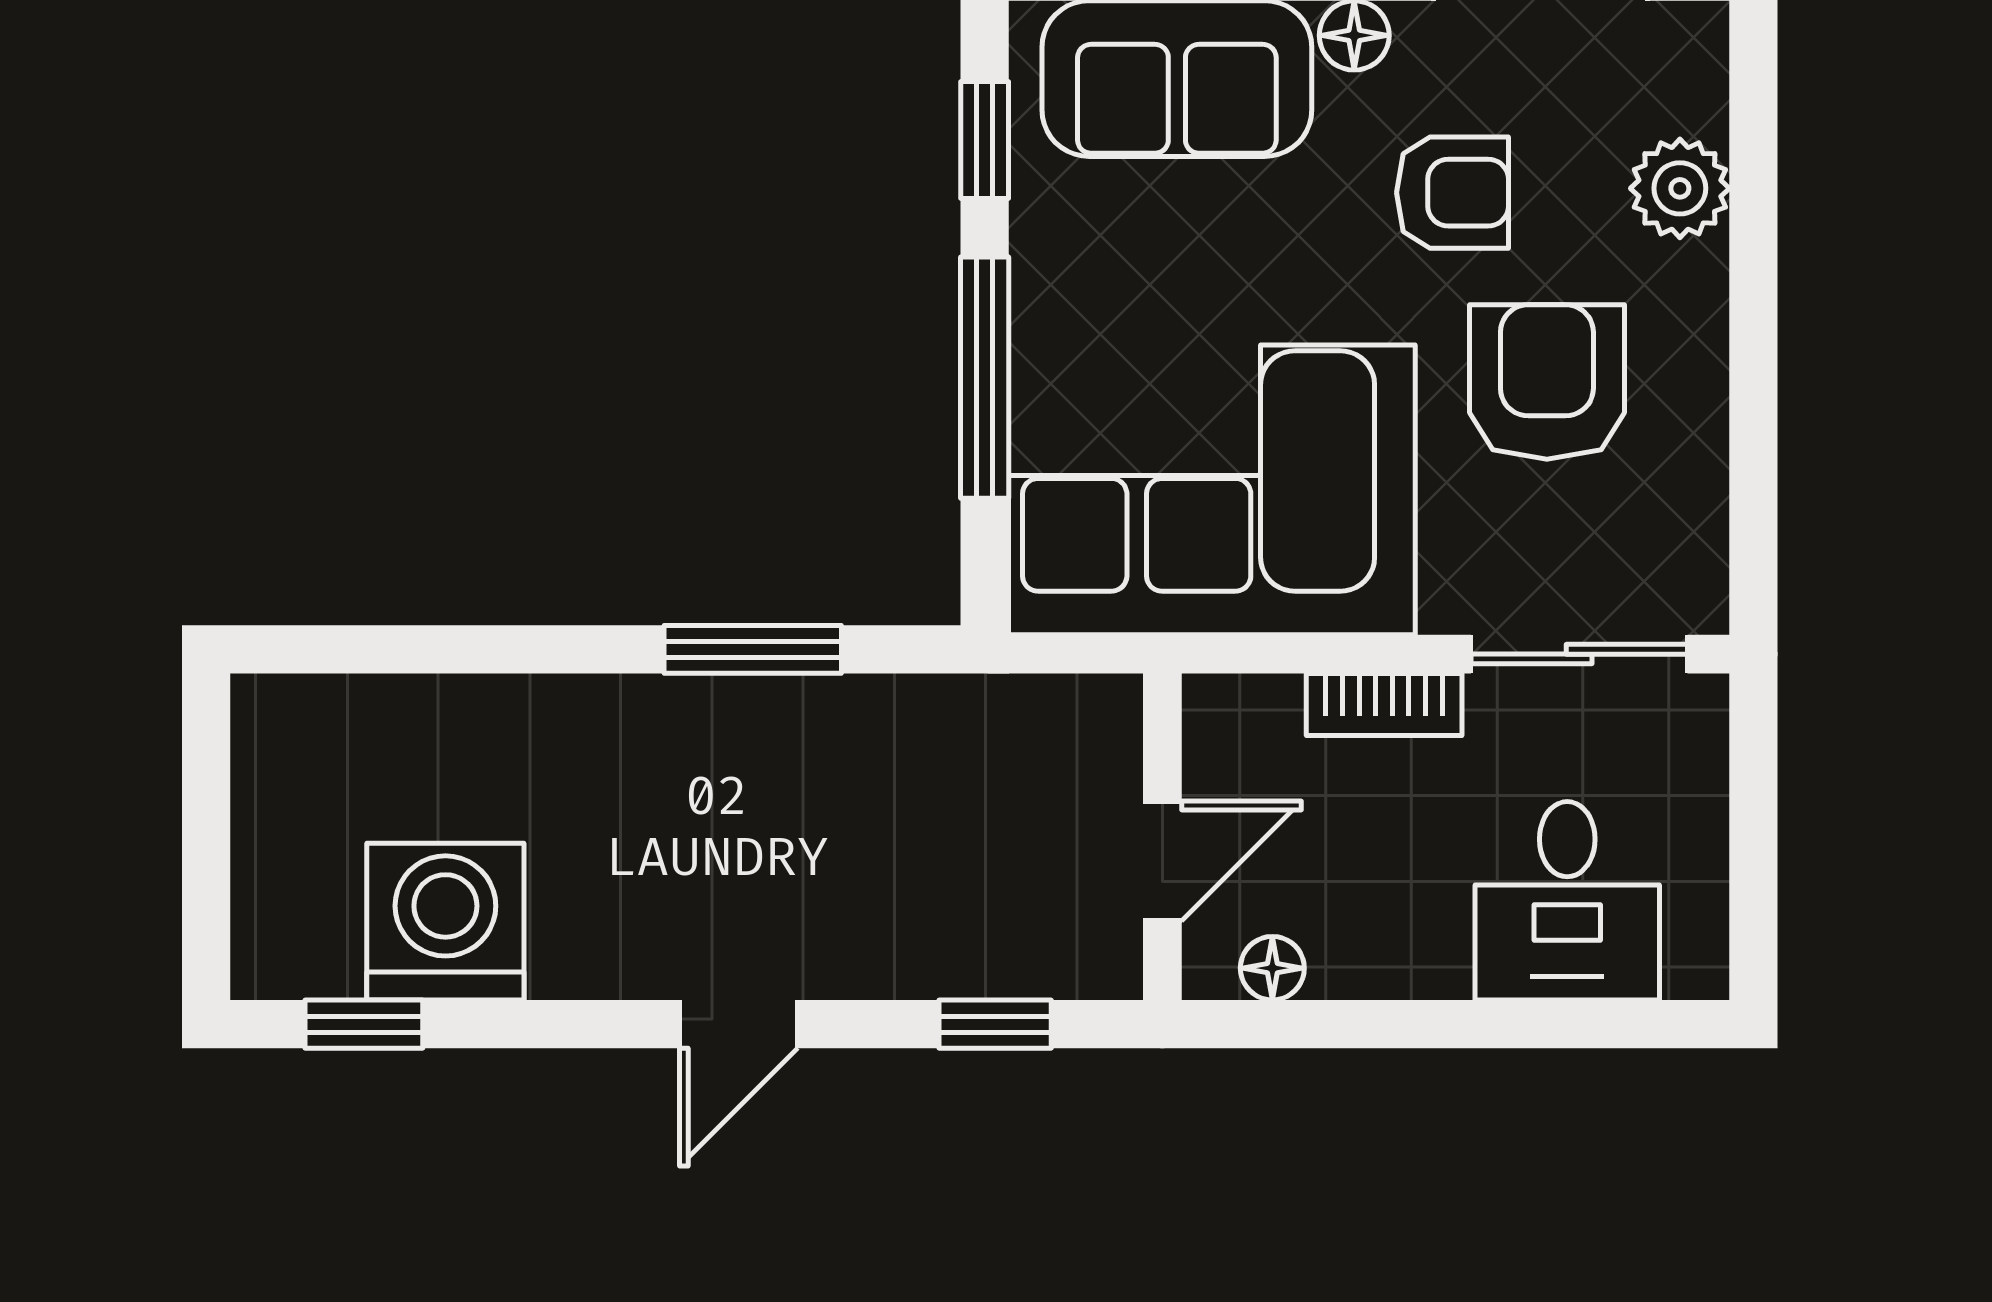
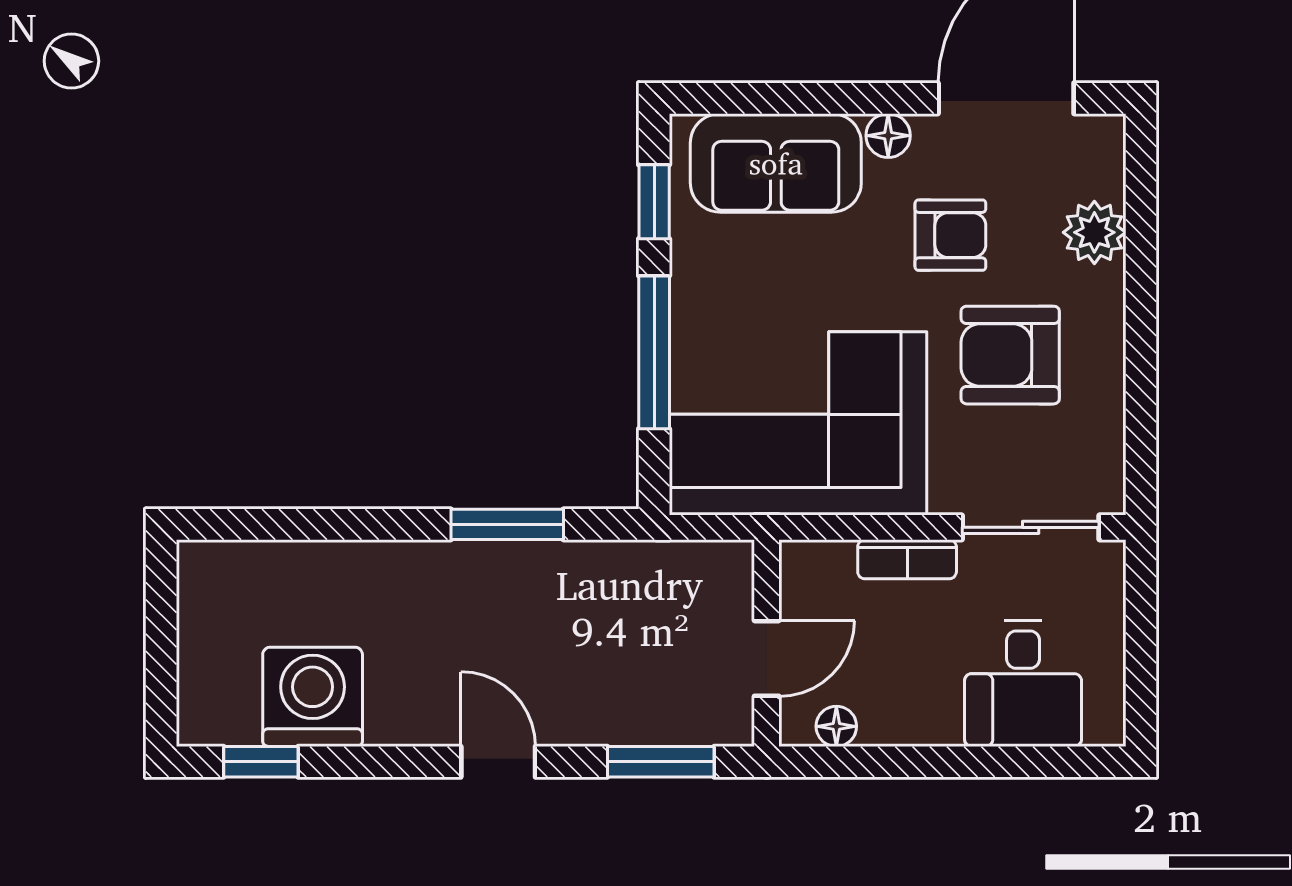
armchair: (1547, 382) -> (1010, 355), turned -90
door: (739, 1024) -> (498, 762), swing flipped
window: (995, 1024) -> (661, 762), width x1.50

